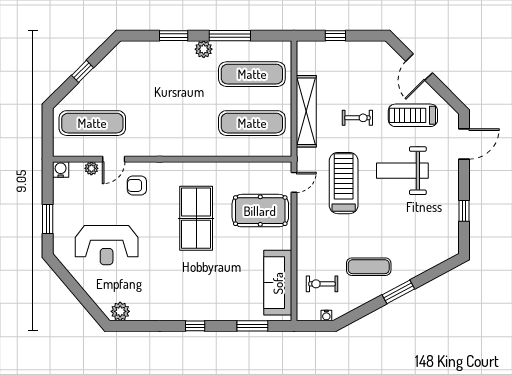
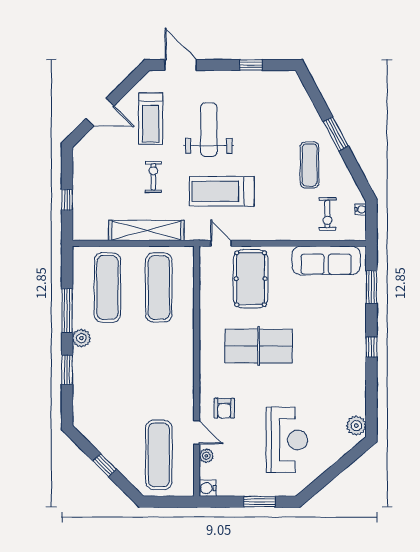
weight bench: (402, 171) -> (209, 130), turned 180

